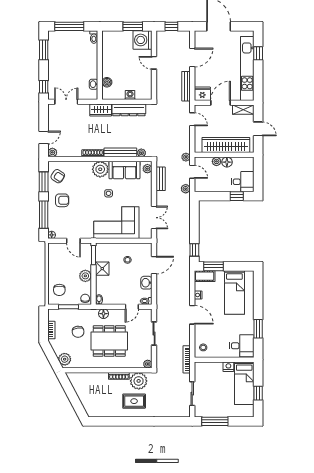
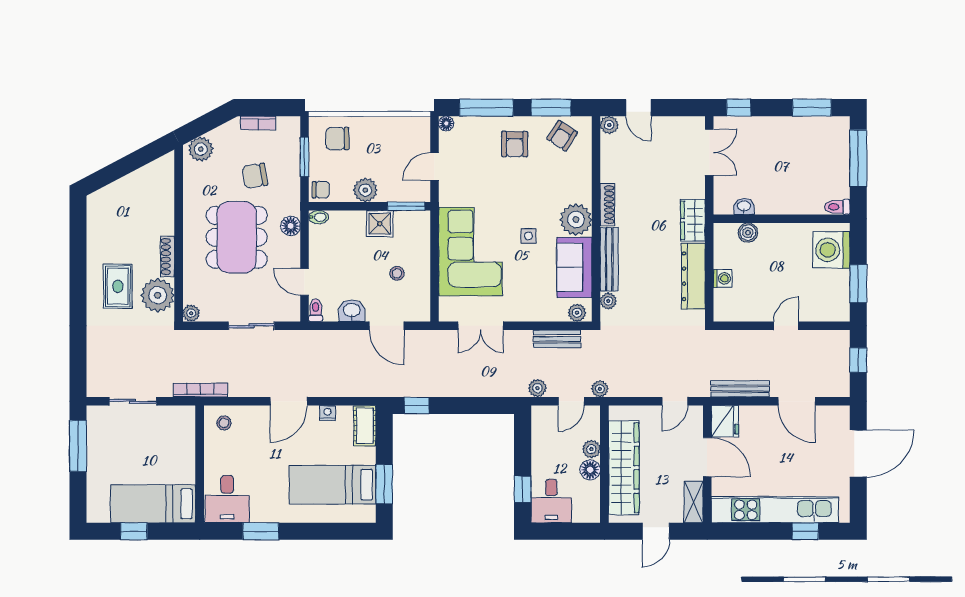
washing machine: (143, 40) -> (831, 250), moved, turned -90
window: (213, 266) -> (384, 484), moved
nightstand: (228, 367) -> (186, 473), removed

